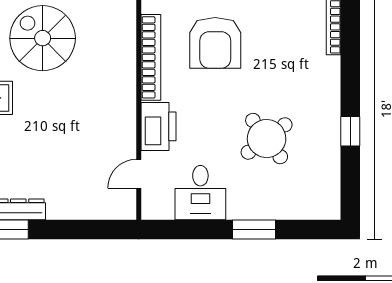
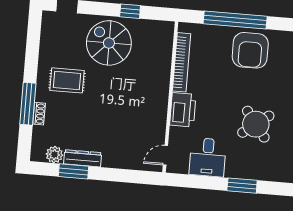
armchair: (215, 43) -> (250, 50), moved
door: (139, 174) -> (165, 155), moved

